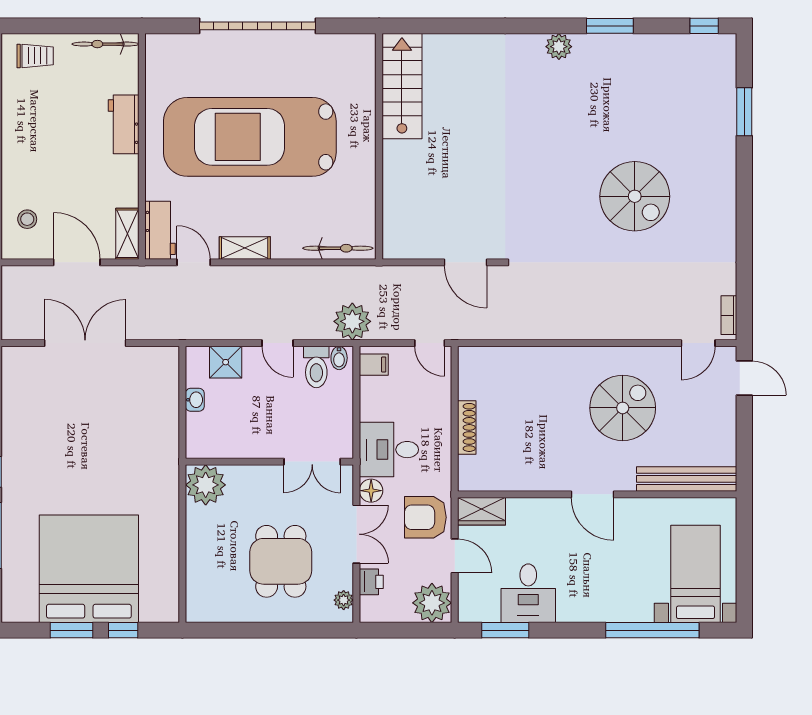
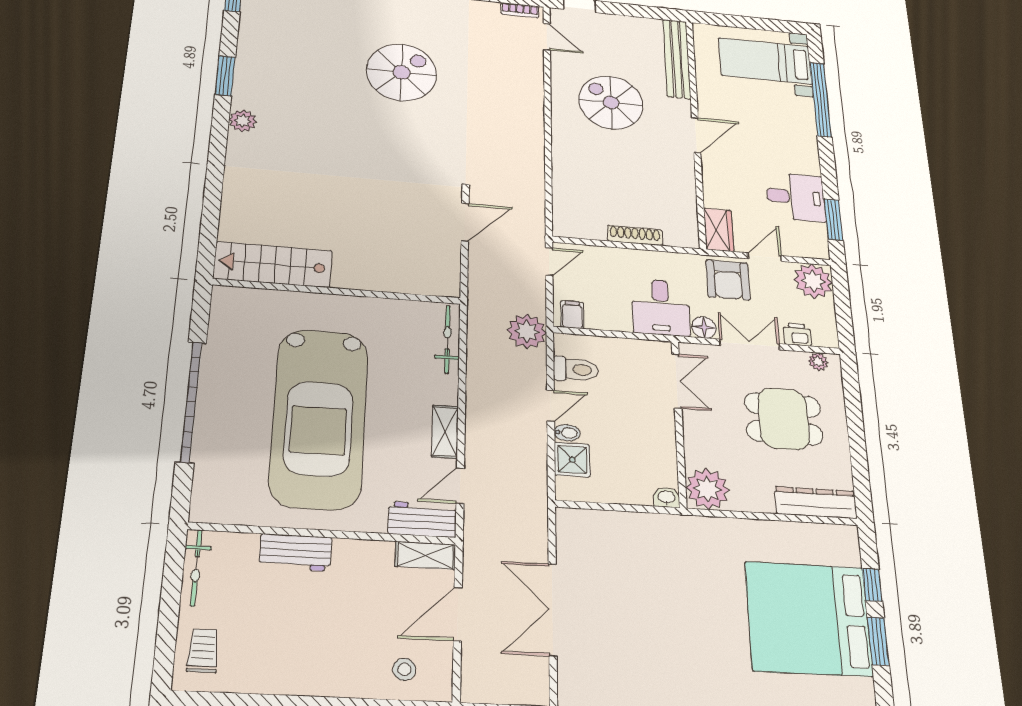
bidet: (339, 358) -> (567, 433), moved
washbasin: (195, 400) -> (667, 497), moved
dresser: (199, 585) -> (816, 503), added

